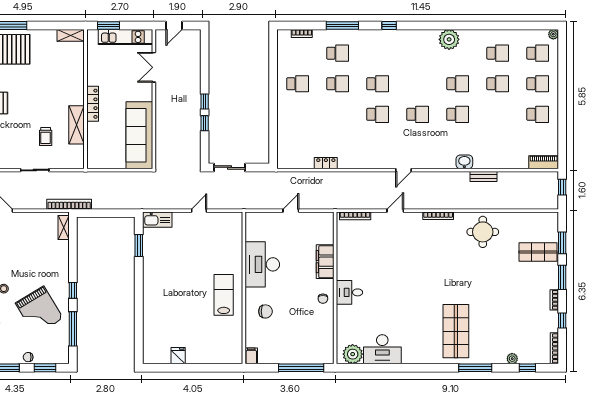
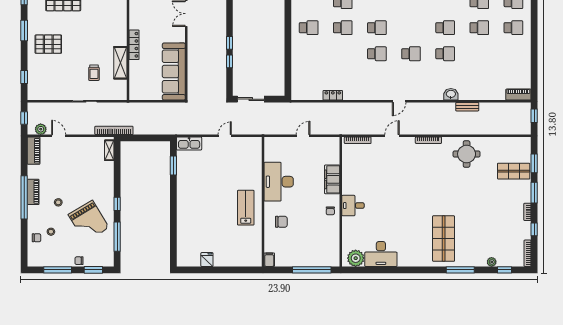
school desk: (538, 114) -> (513, 54), removed

